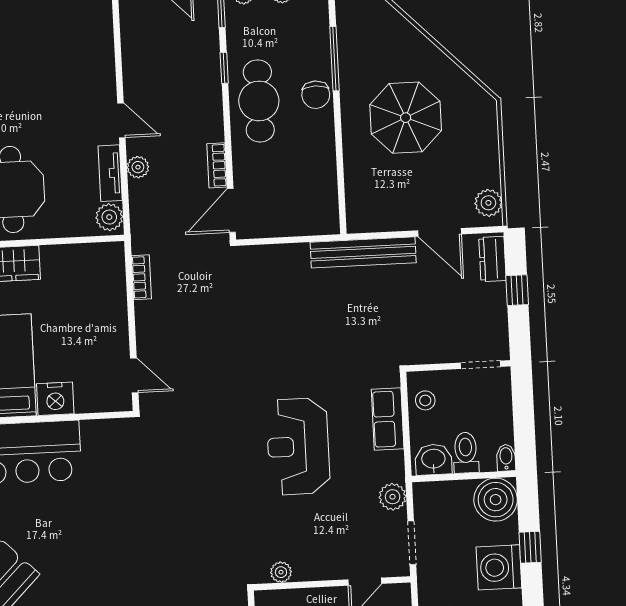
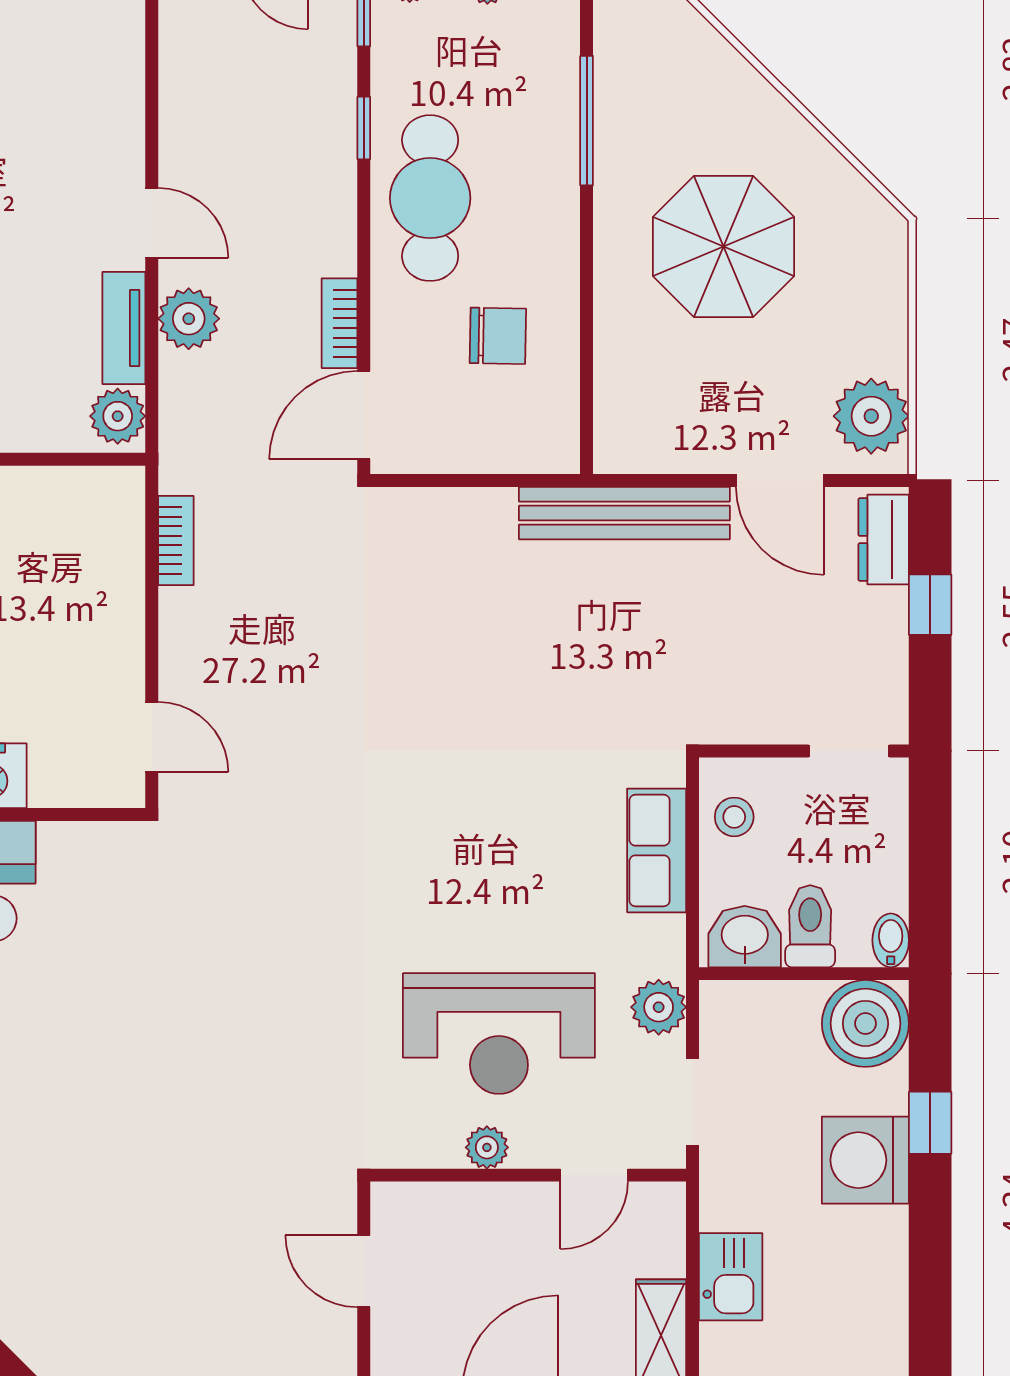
chair: (316, 95) -> (498, 336), moved, turned -89
plant: (138, 167) -> (189, 319), width x1.38, depth x1.38
plant: (488, 203) -> (871, 416), width x1.36, depth x1.36
reception desk: (298, 446) -> (499, 1034), moved, turned -90
plant: (281, 572) -> (487, 1147), moved

